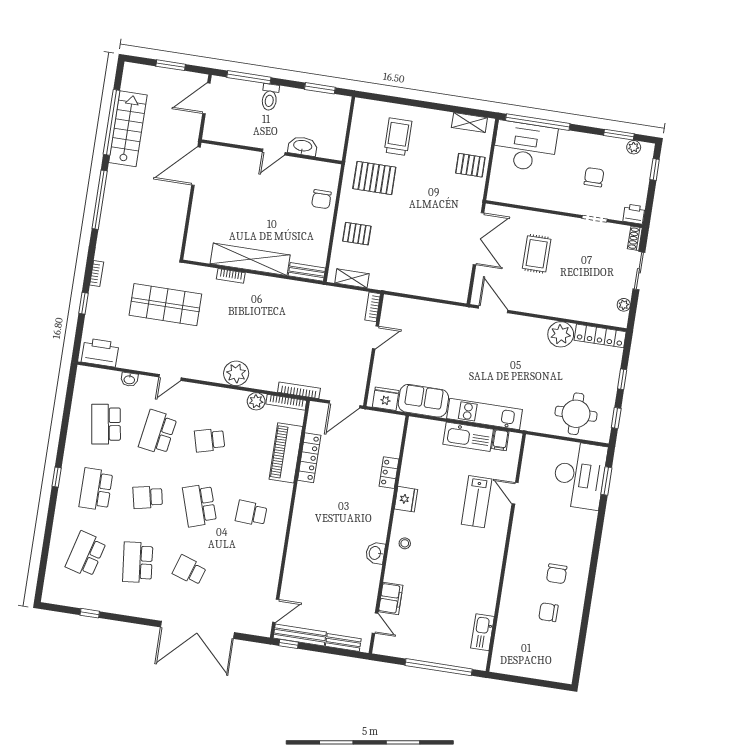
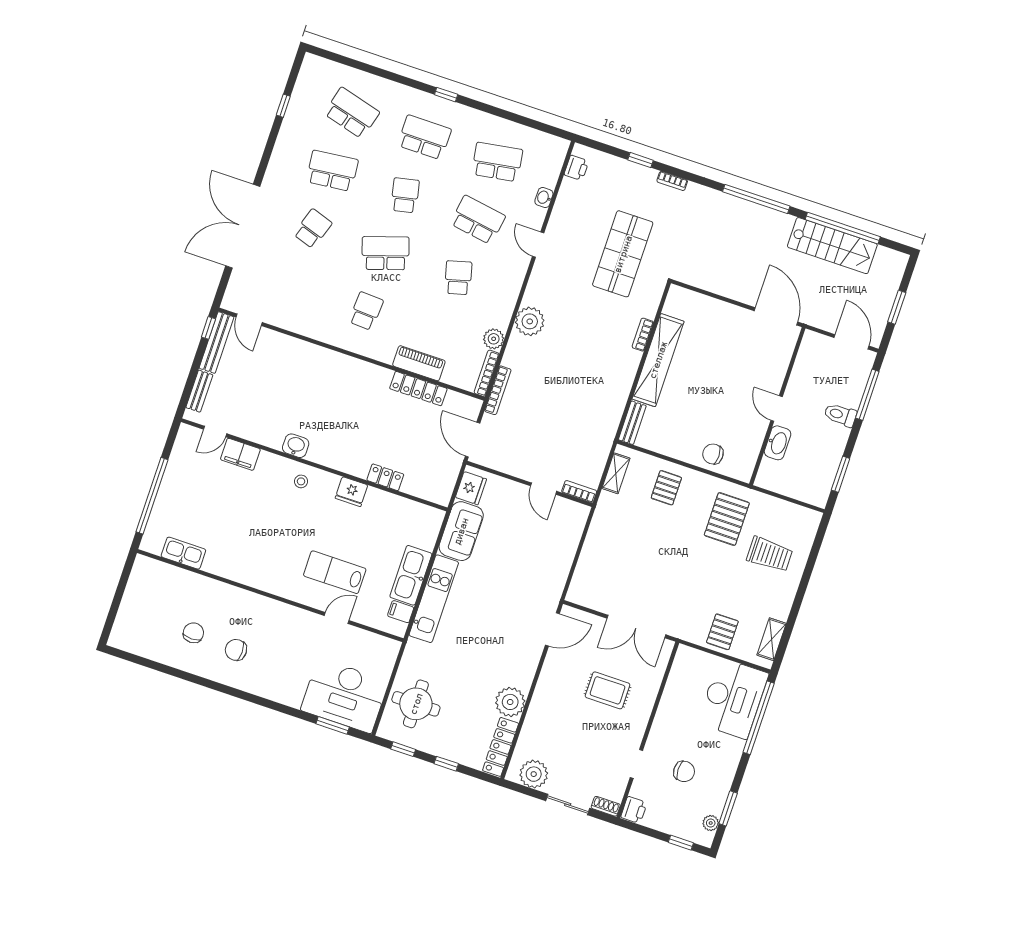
plant: (624, 305) -> (534, 774), width x1.88, depth x1.88
printer: (100, 352) -> (576, 168), width x0.53, depth x0.68
piano: (286, 453) -> (419, 363), width x0.73, depth x0.75

